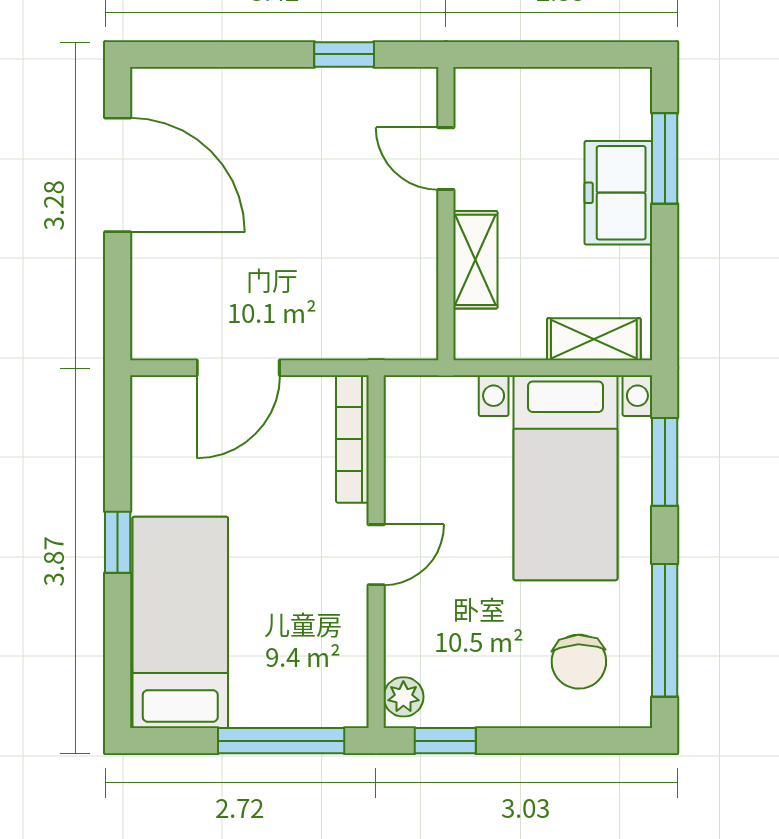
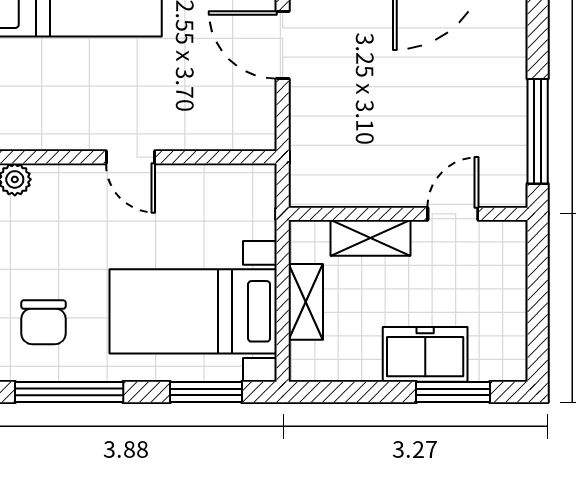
window: (344, 54) -> (538, 131), width x2.17
shelving: (594, 339) -> (306, 302), moved
bookcase: (352, 439) -> (225, 138), removed
chair: (579, 662) -> (43, 322), turned -88

